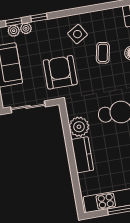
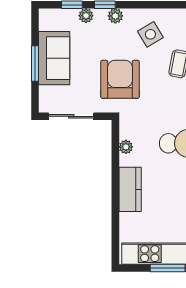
plant: (14, 31) -> (115, 16), moved
plant: (79, 127) -> (126, 147), width x0.53, depth x0.53

